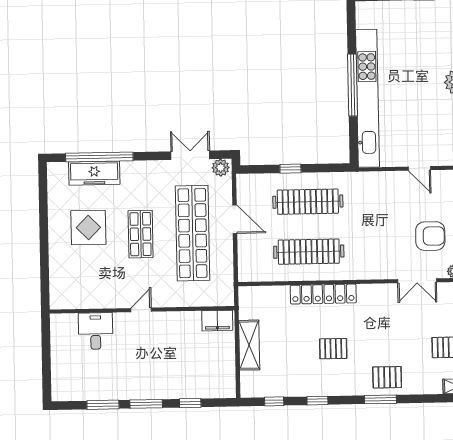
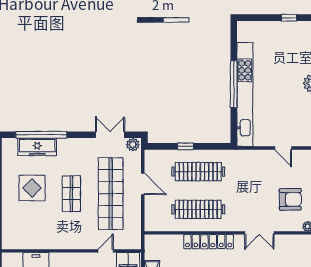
double door: (417, 281) -> (259, 233), moved
door: (141, 310) -> (106, 251), moved

